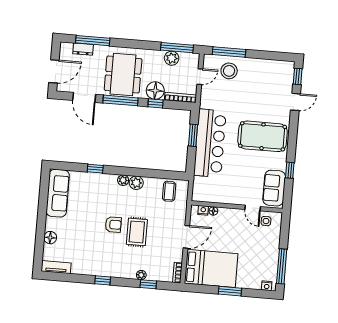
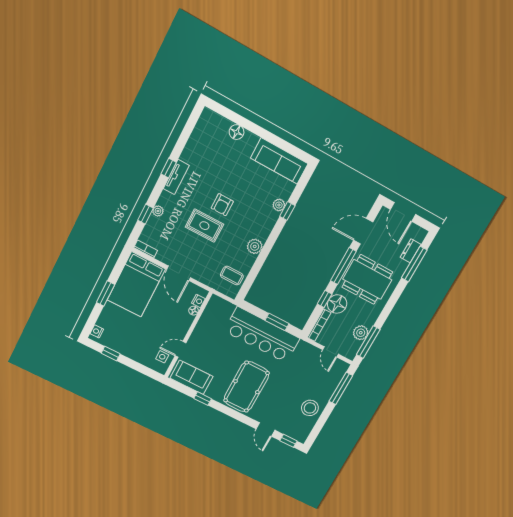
stool: (229, 71) -> (310, 408), moved
plant: (123, 180) -> (279, 205), moved
window: (282, 266) -> (111, 354), width x0.46
tv unit: (56, 267) -> (176, 177), moved

